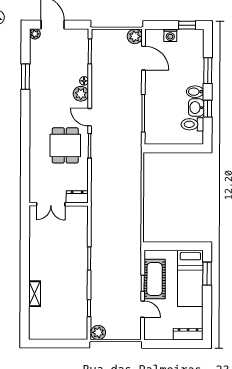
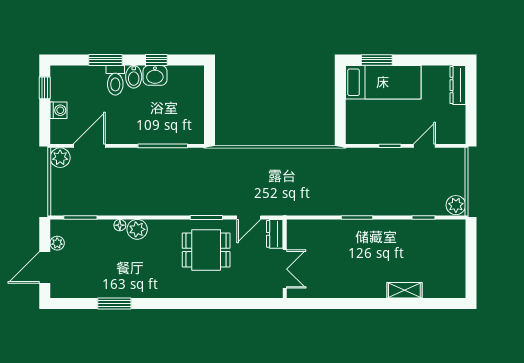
plant: (35, 34) -> (57, 243), moved
door: (90, 117) -> (249, 218), moved
toilet: (192, 124) -> (115, 80), moved
cot: (155, 279) -> (384, 130), removed

